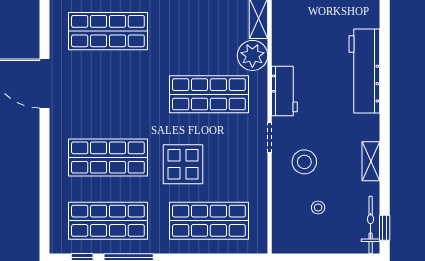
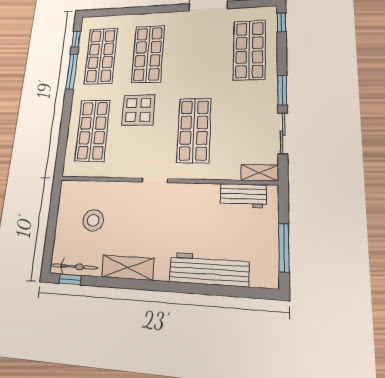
plant: (252, 55) -> (226, 167), removed
workbench: (284, 91) -> (243, 196), moved
shelving: (371, 161) -> (128, 268), width x1.50, depth x1.33
stool: (304, 162) -> (132, 210), removed
stool: (318, 208) -> (93, 220), width x1.89, depth x1.89

